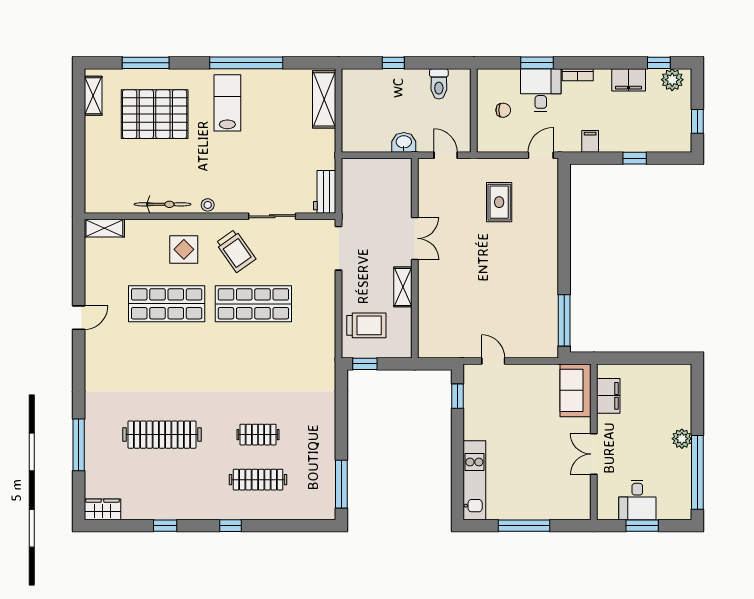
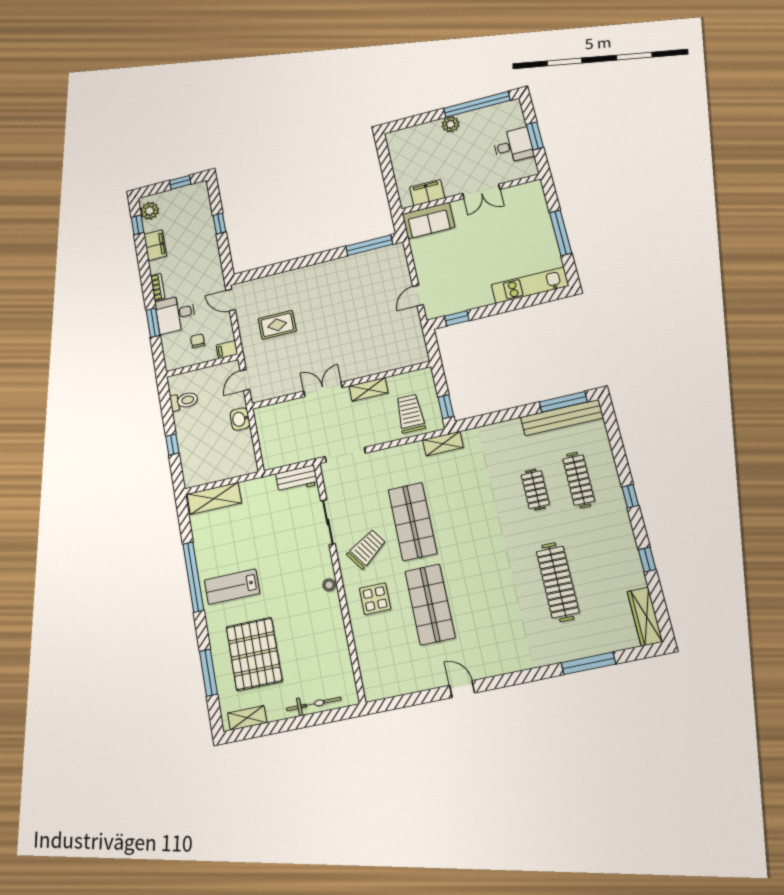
filing cabinet: (590, 141) -> (227, 350), moved
bicycle: (163, 204) -> (314, 704), moved, turned 90
shelving: (104, 228) -> (443, 444), moved, turned 90
bench: (325, 479) -> (562, 418), added
wardrobe: (102, 509) -> (645, 617), width x1.50

